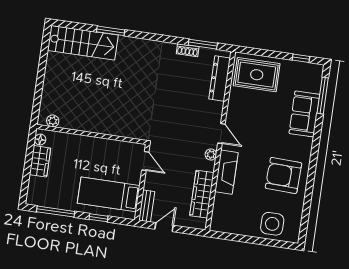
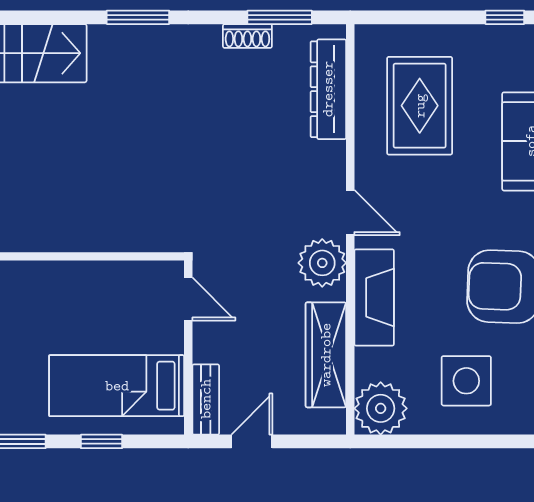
window: (111, 31) -> (138, 17), moved
rug: (257, 75) -> (420, 106), moved, turned 90
plant: (211, 155) -> (322, 263), width x1.88, depth x1.88
plant: (222, 221) -> (381, 408), added
side table: (272, 224) -> (466, 381), moved

